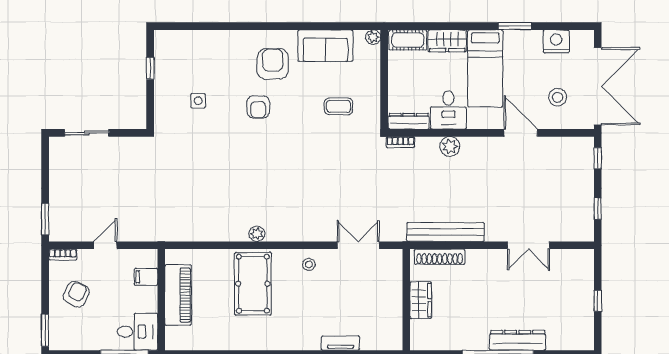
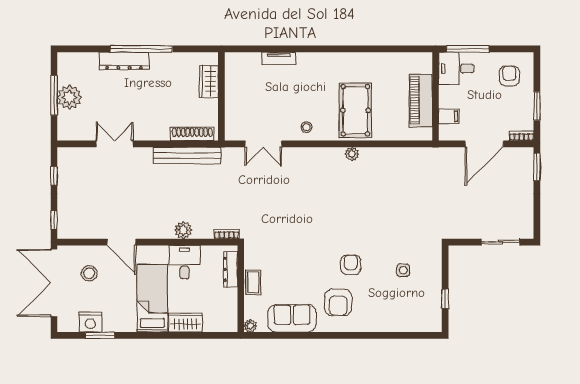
window: (515, 26) -> (100, 335), moved
cot: (408, 40) -> (220, 323), removed
coffee table: (338, 106) -> (253, 282), moved, turned 90
dresser: (409, 121) -> (231, 269), moved, turned 90
door: (105, 245) -> (484, 144), width x1.88
armchair: (76, 294) -> (509, 76), moved, turned 153
plant: (580, 298) -> (69, 97), added
wardrobe: (421, 300) -> (209, 81), moved
window: (598, 301) -> (54, 95), width x2.17
window: (45, 330) -> (537, 106), moved

